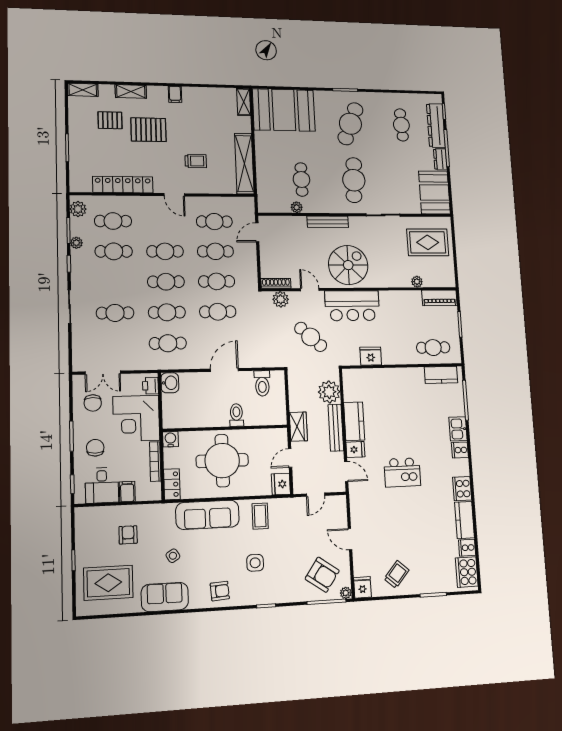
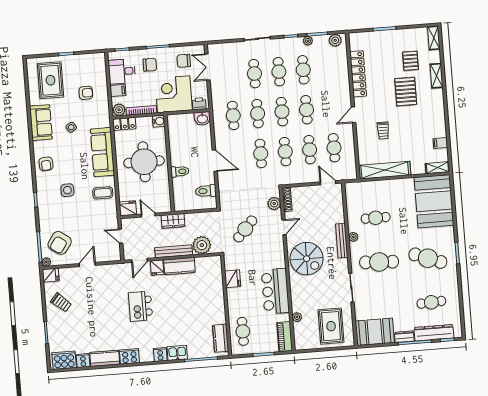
filing cabinet: (175, 94) -> (440, 143), moved
plant: (297, 207) -> (353, 237), moved
cafe table: (113, 221) -> (279, 72), moved
bar counter: (352, 306) -> (275, 291), moved
plant: (153, 491) -> (119, 110), added

